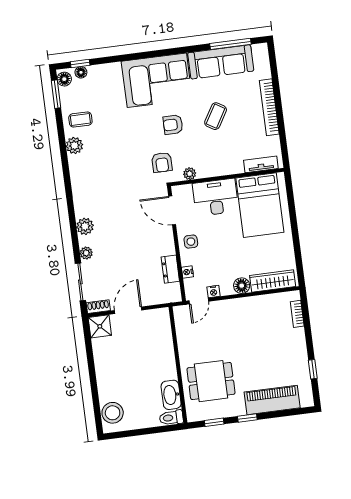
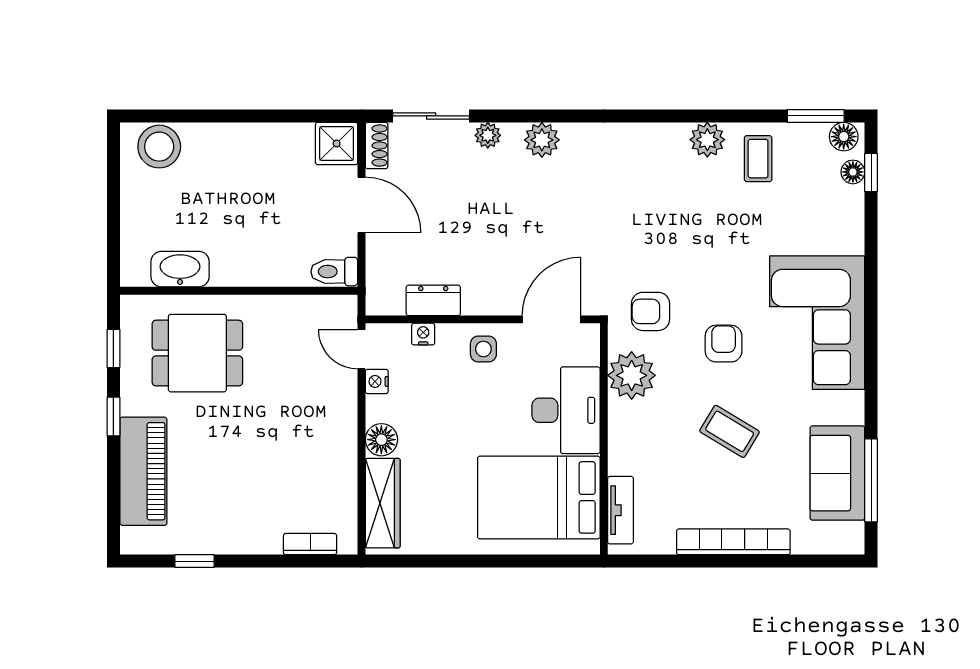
sofa: (221, 62) -> (837, 473), width x0.73
plant: (190, 174) -> (632, 375), width x1.87, depth x1.87
dining table: (211, 381) -> (197, 353), turned 90
toilet: (171, 418) -> (334, 272), moved, turned -90

